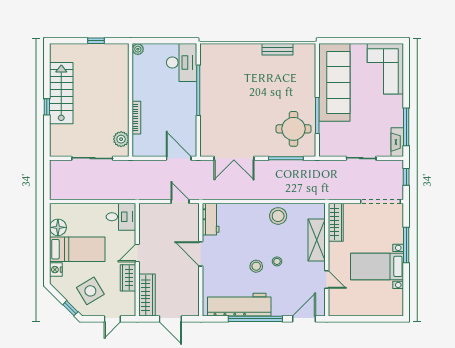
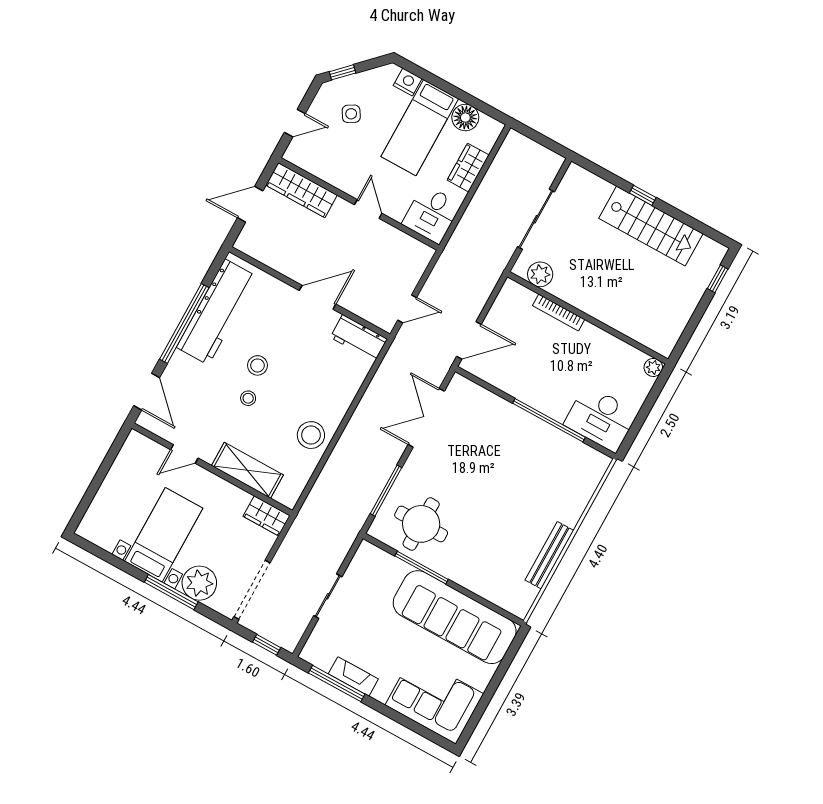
window: (96, 41) -> (718, 279), moved
bench: (277, 49) -> (549, 555), width x1.36
fireplace: (397, 142) -> (353, 676), moved
wardrobe: (336, 222) -> (267, 516), width x0.67
plant: (393, 232) -> (199, 583), added
wardrobe: (128, 278) -> (468, 168), moved, turned -90
side table: (90, 291) -> (351, 114), width x0.54, depth x0.54
door: (112, 319) -> (295, 123), swing flipped

